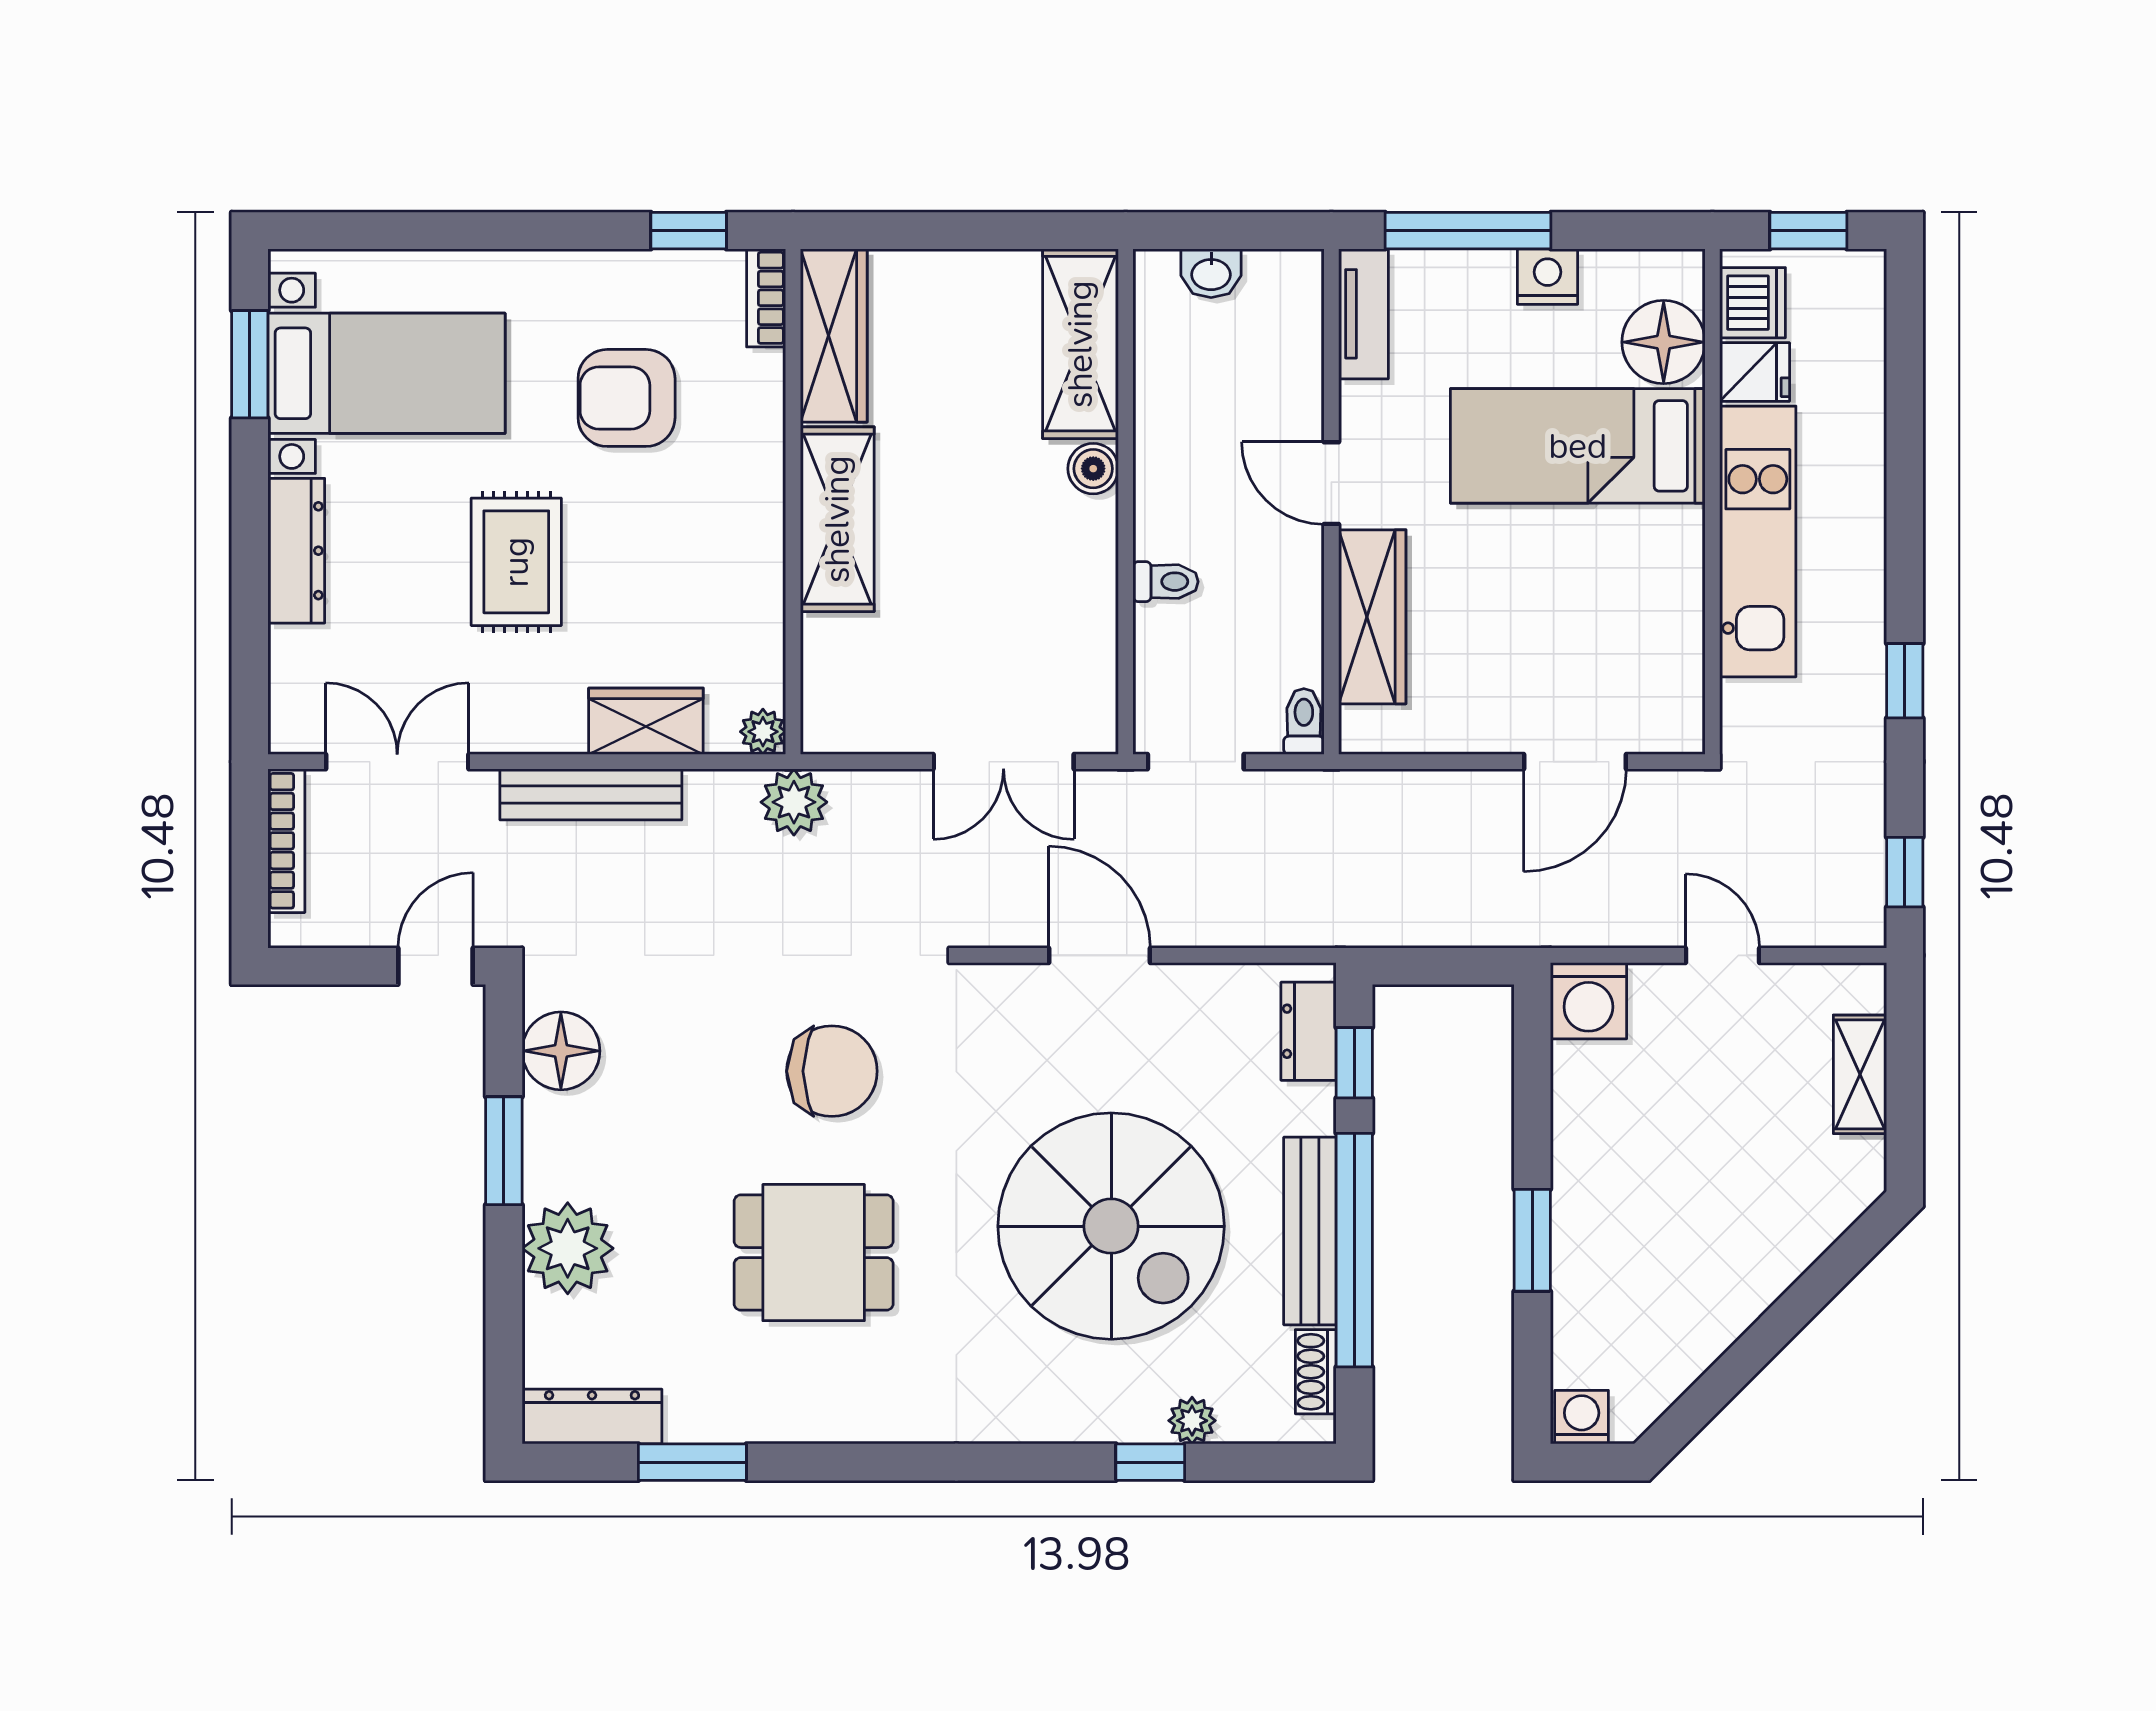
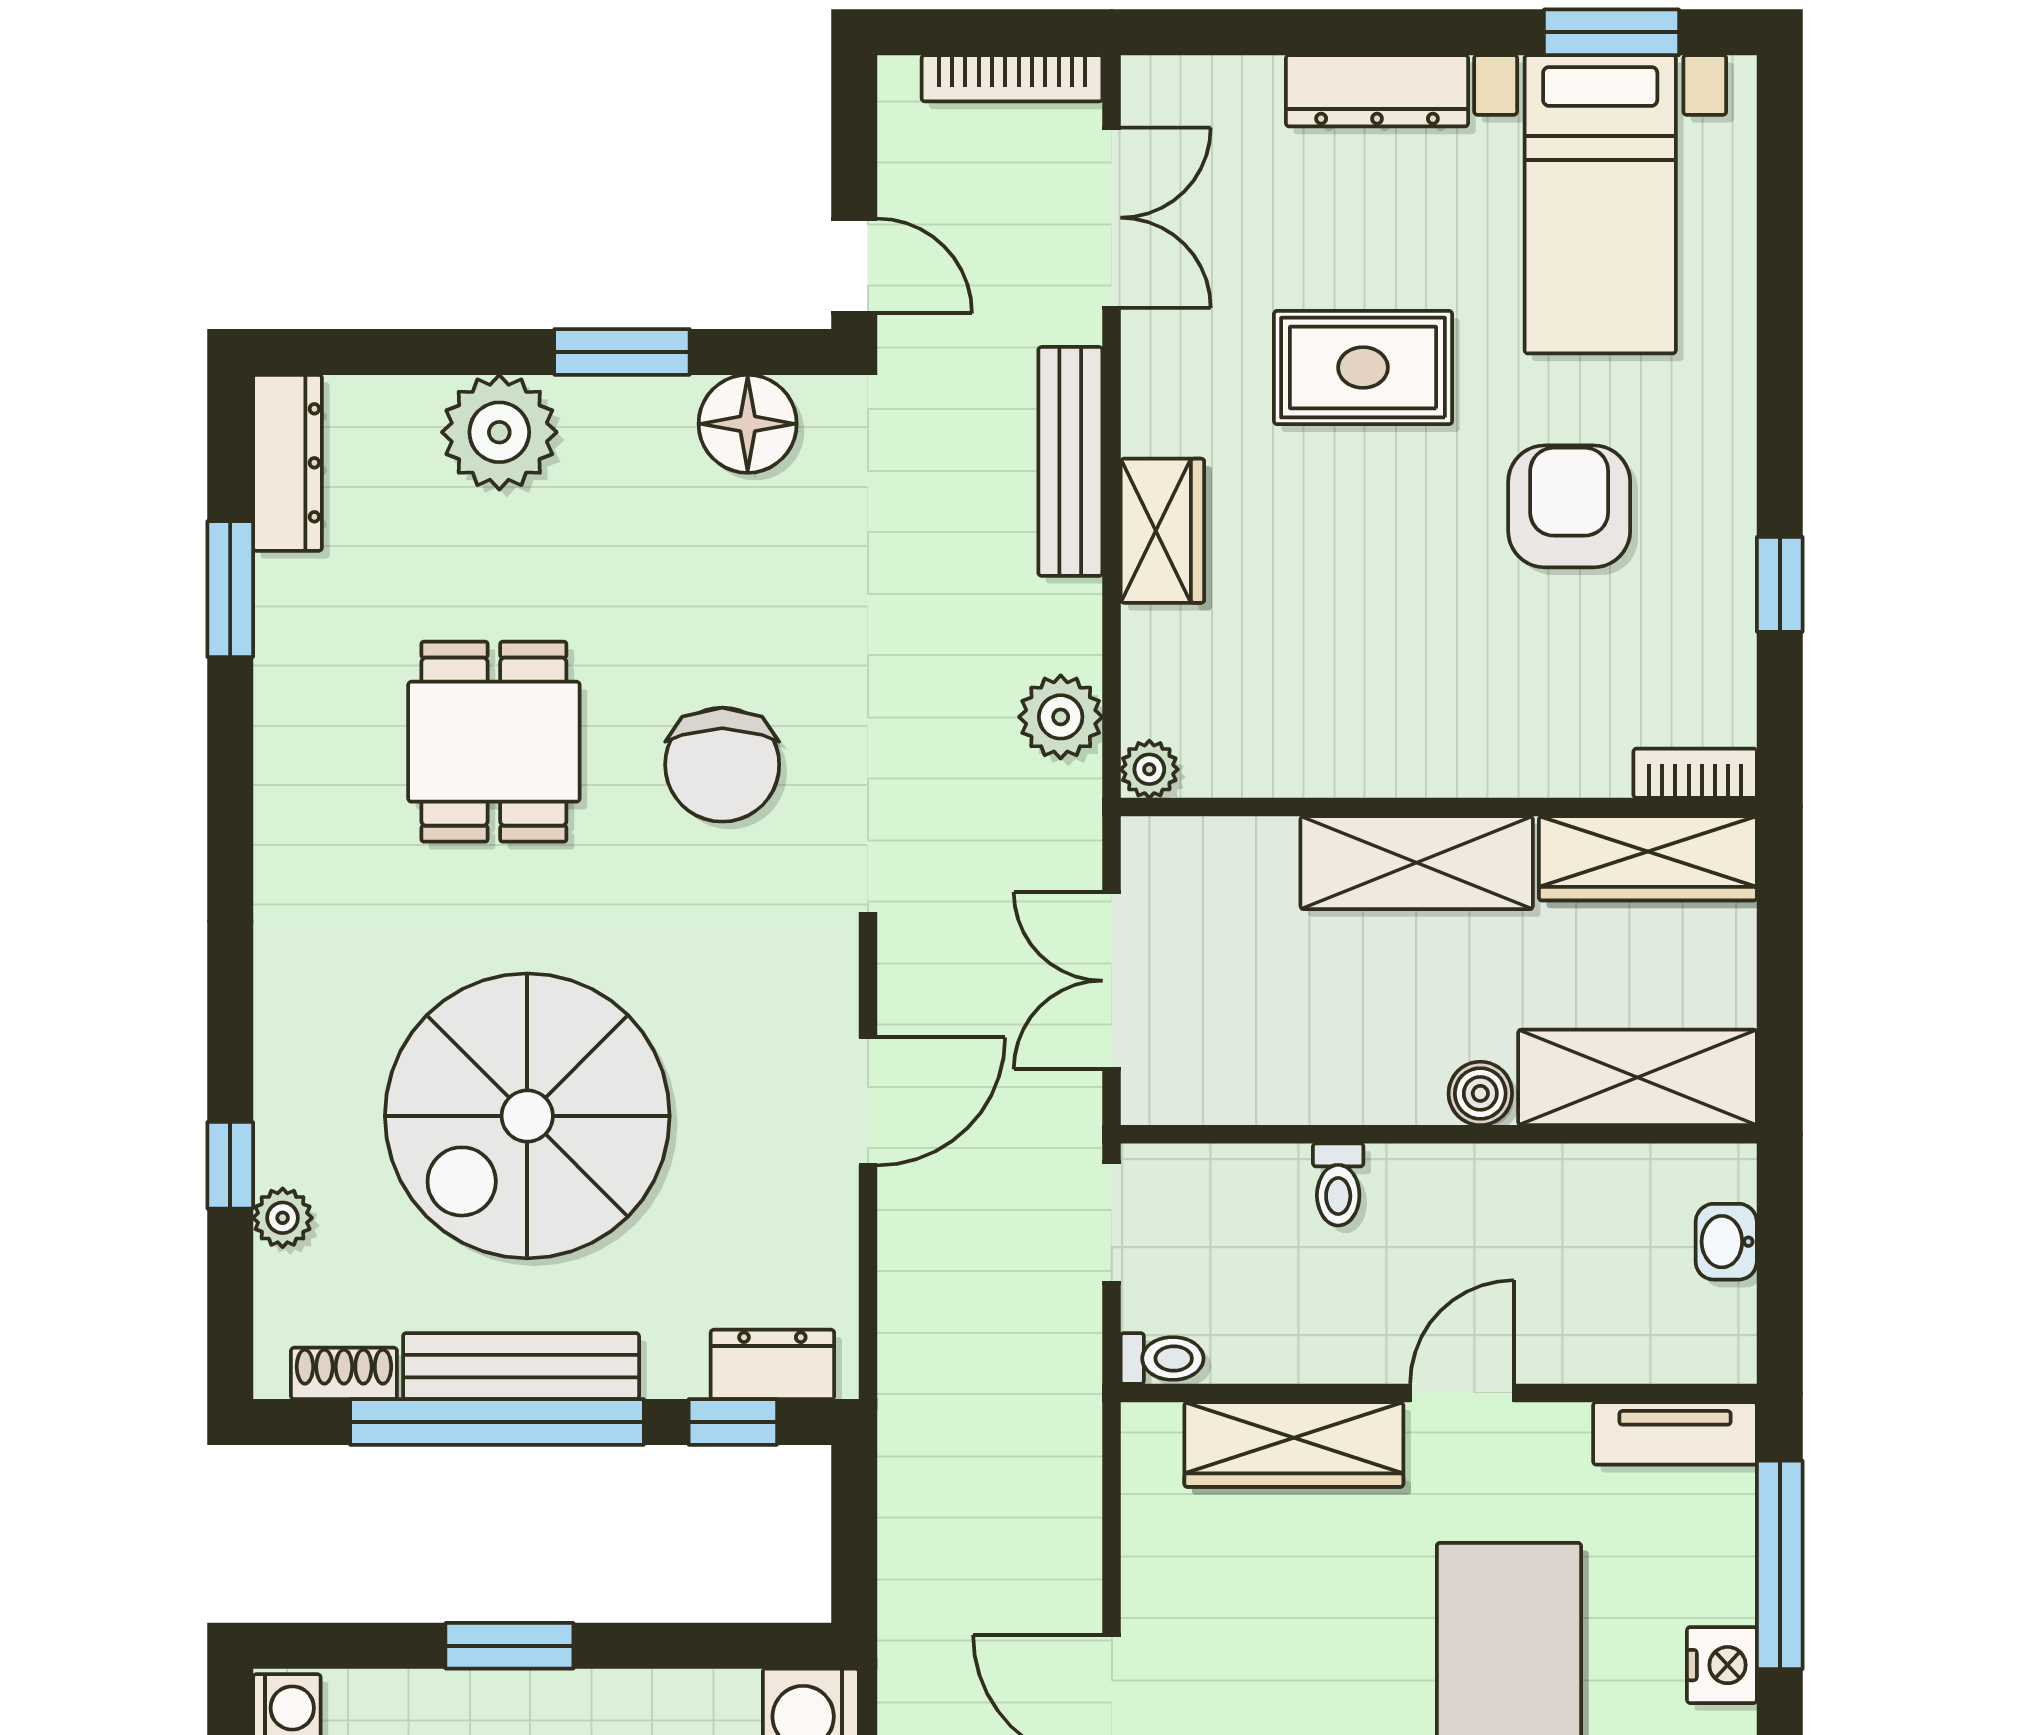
bookcase: (766, 298) -> (1695, 773), moved
wardrobe: (834, 335) -> (1648, 858), moved
wall: (793, 502) -> (1439, 807), moved
shelving: (837, 519) -> (1417, 863), moved
plant: (763, 732) -> (1149, 769), moved

